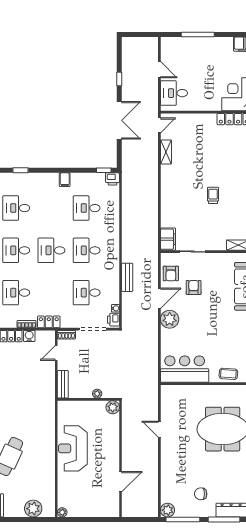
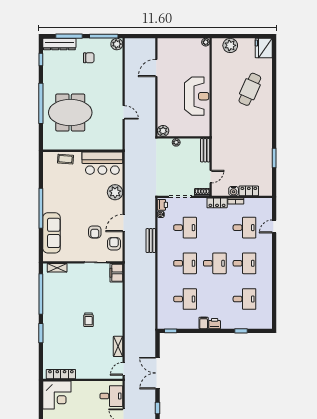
printer: (113, 179) -> (215, 324), moved
trolley: (213, 195) -> (89, 320), moved
plant: (170, 319) -> (115, 192), moved

